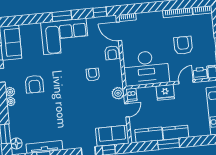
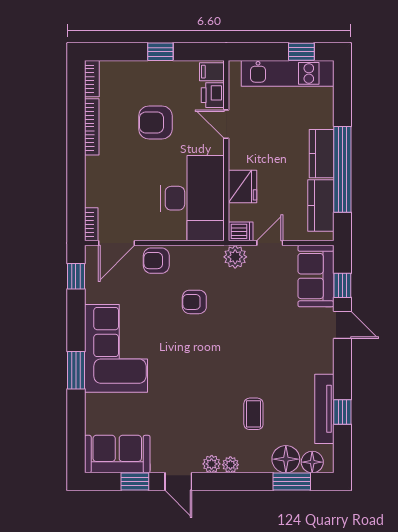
window: (62, 16) -> (76, 370), moved
armchair: (112, 53) -> (156, 261), turned 180
armchair: (34, 84) -> (202, 416), removed
fridge: (165, 92) -> (243, 186), moved
door: (127, 110) -> (270, 243), hinge flipped
coffee table: (38, 111) -> (253, 414), added
floor lamp: (16, 130) -> (286, 459), added
window: (169, 144) -> (342, 169), width x2.11

